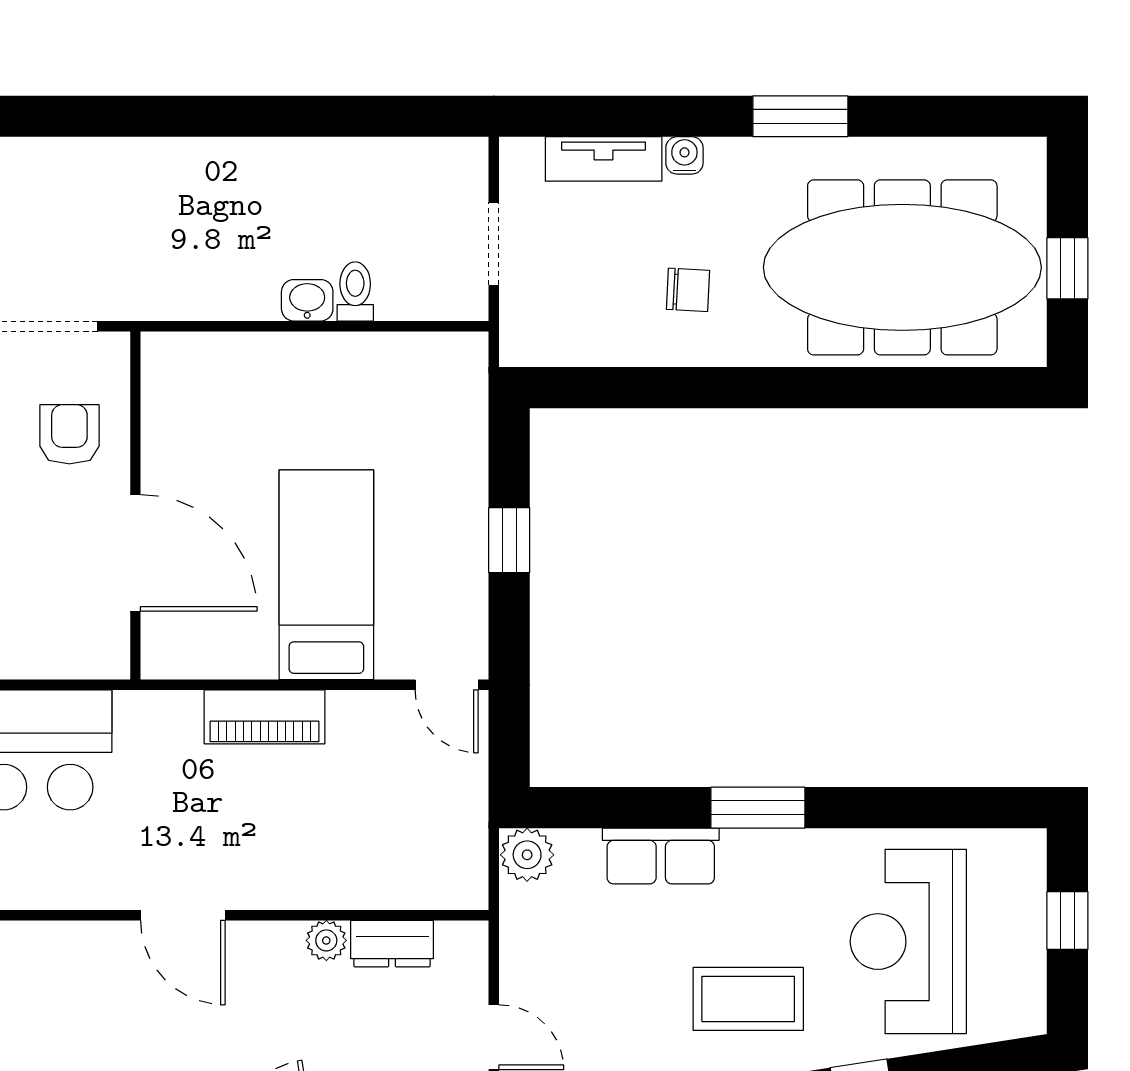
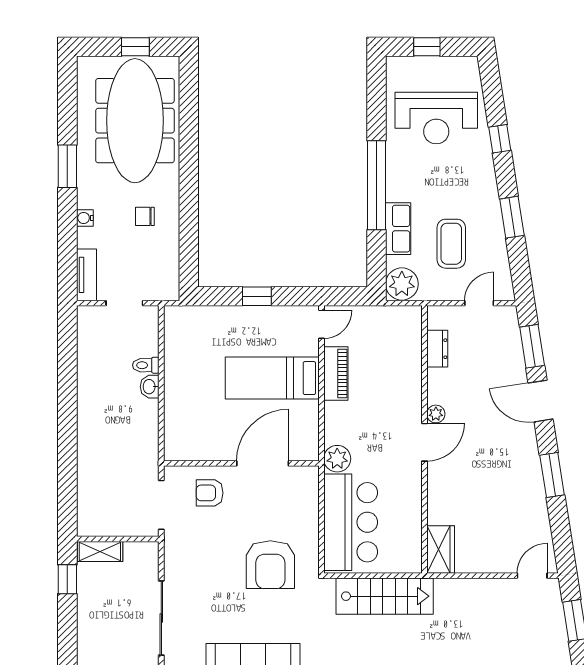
tv unit: (604, 159) -> (86, 275), moved
chair: (688, 290) -> (145, 216), turned -93
piano: (264, 717) -> (336, 373), moved
plant: (146, 720) -> (337, 459), added
window: (758, 808) -> (376, 185), width x2.11
plant: (527, 855) -> (402, 284), width x1.36, depth x1.36
plant: (326, 940) -> (436, 414), moved
coffee table: (748, 999) -> (451, 244), moved

